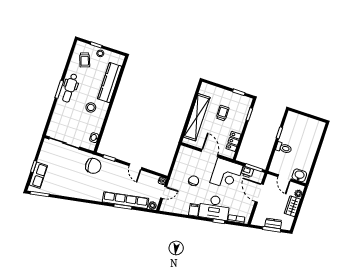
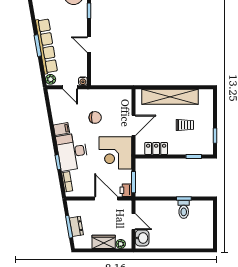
toilet: (284, 148) -> (184, 209), moved
door: (135, 167) -> (89, 45), hinge flipped
printer: (247, 172) -> (126, 190), moved
door: (284, 178) -> (133, 222), swing flipped
door: (259, 193) -> (106, 198), hinge flipped

